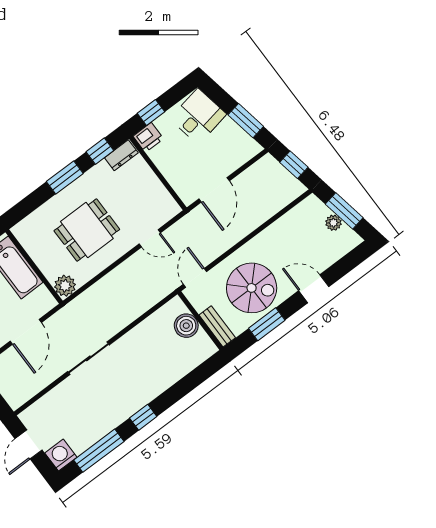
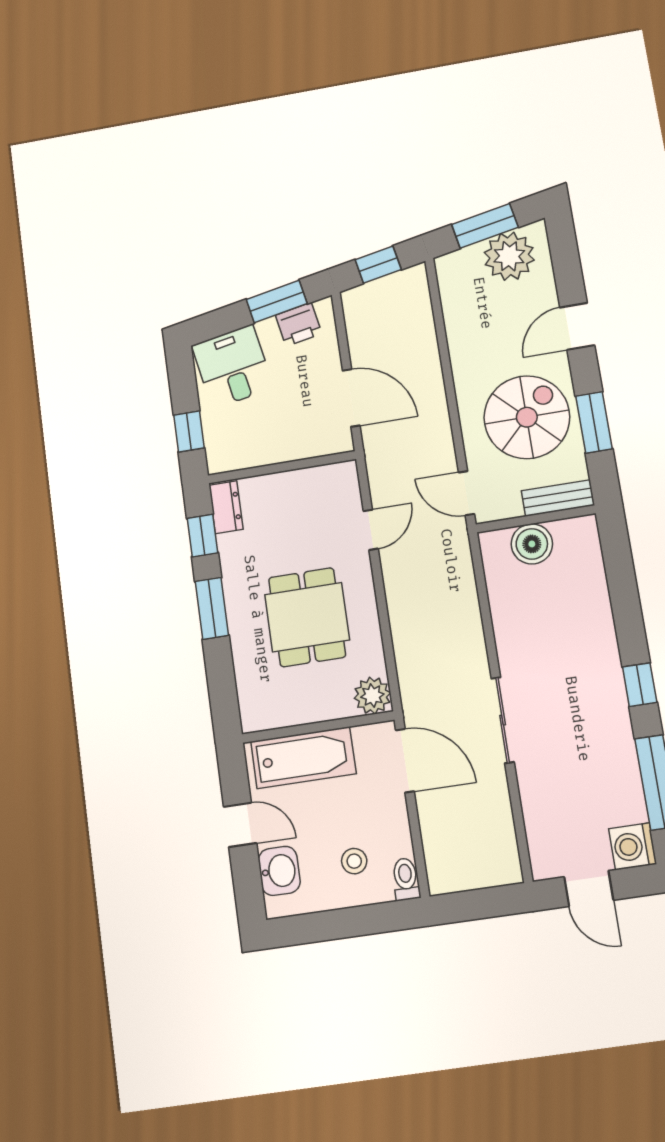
printer: (148, 137) -> (299, 324), moved, turned 79
plant: (333, 223) -> (509, 256), width x1.87, depth x1.87
door: (26, 332) -> (405, 761), moved

